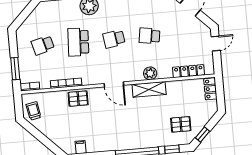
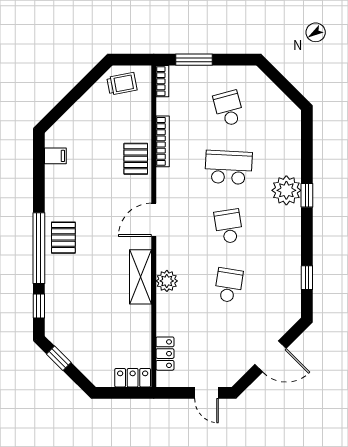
locker: (188, 71) -> (165, 354), width x0.66
pallet: (181, 124) -> (63, 238), moved

